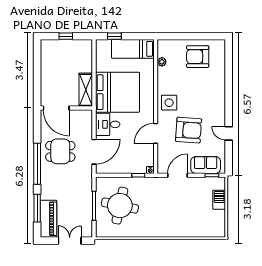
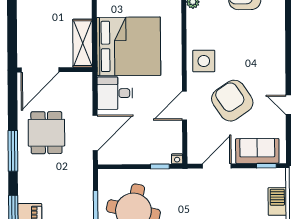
door: (56, 108) -> (40, 70), hinge flipped
armchair: (189, 130) -> (232, 101), turned -128
dining table: (60, 151) -> (46, 133), turned 90
window: (37, 164) -> (13, 151), width x0.68

